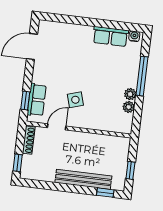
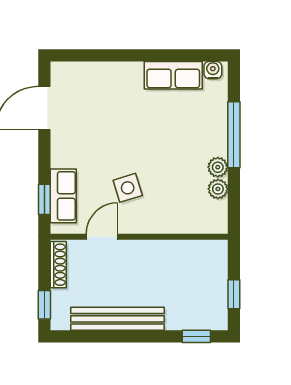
bench: (83, 179) -> (118, 319), moved

